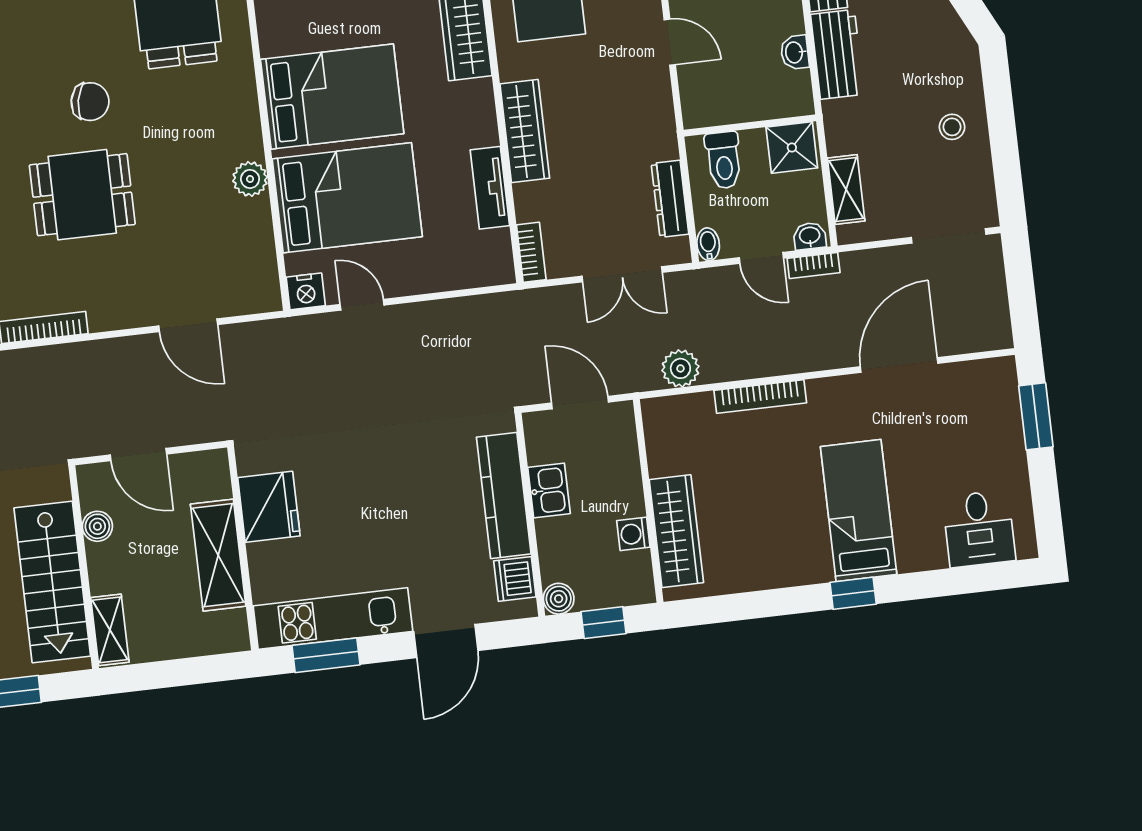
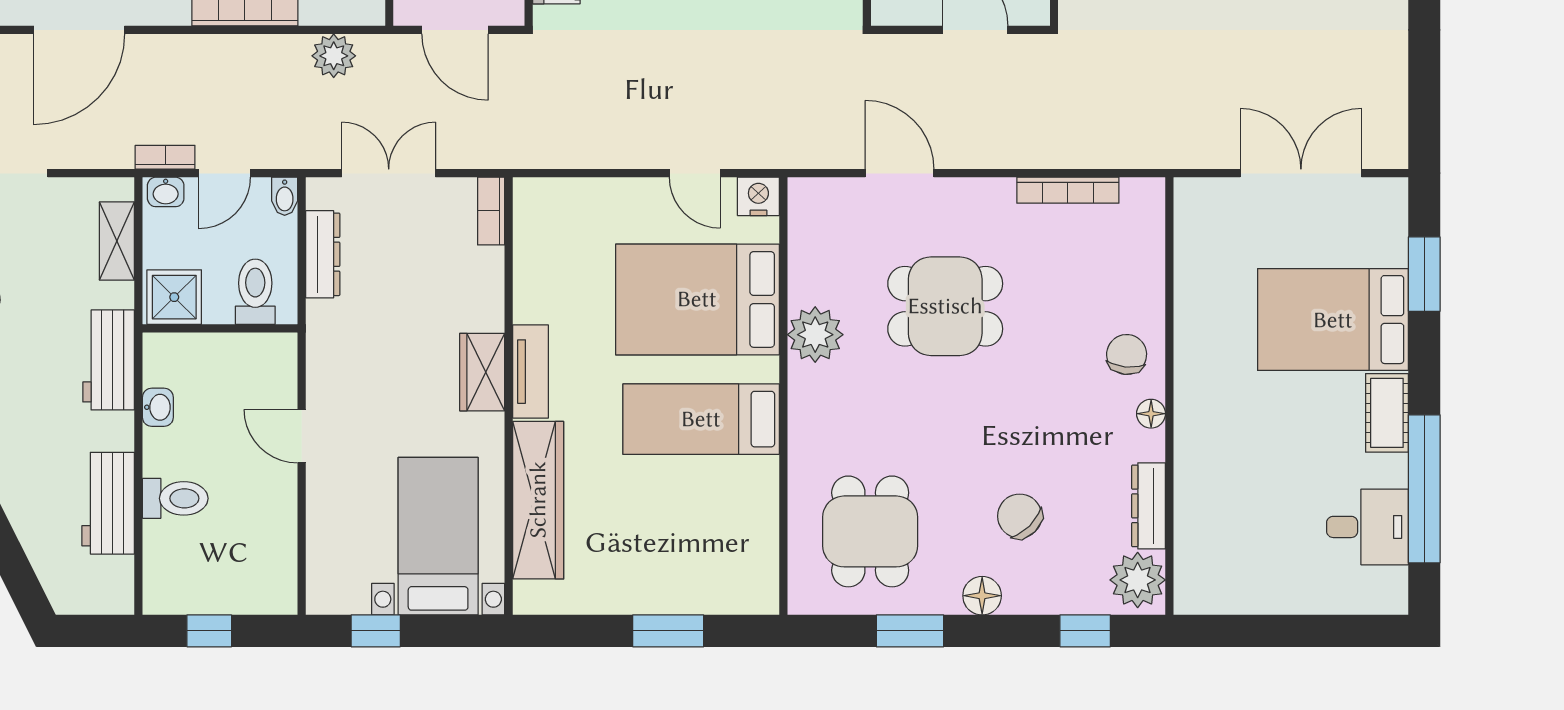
workbench: (837, 54) -> (109, 360), moved
bed: (332, 97) -> (701, 419), width x0.67
chair: (90, 102) -> (1020, 516), moved, turned 34
wardrobe: (525, 131) -> (482, 372), width x0.67
plant: (250, 179) -> (815, 335), width x1.36, depth x1.36
tv unit: (490, 188) -> (530, 372), moved
dining table: (82, 195) -> (945, 306), moved
door: (761, 258) -> (225, 173), swing flipped

